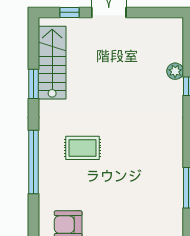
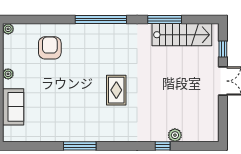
window: (33, 84) -> (165, 20), width x1.44
rug: (82, 148) -> (116, 90), moved

